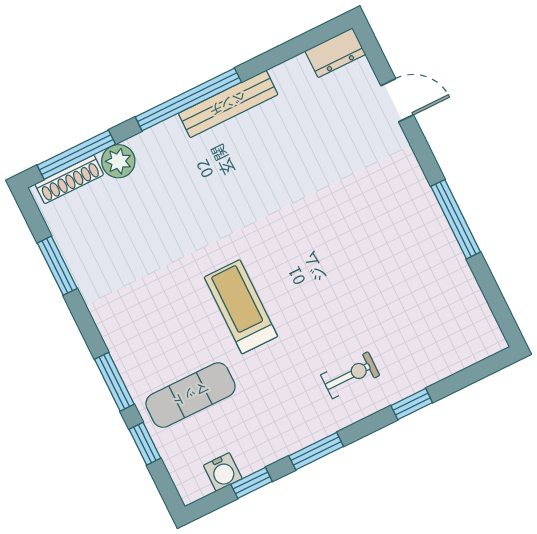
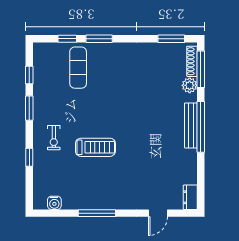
bench: (228, 104) -> (191, 125), moved
window: (57, 266) -> (171, 39), moved
treadmill: (241, 307) -> (95, 147), moved
water cooler: (223, 472) -> (54, 203), moved, turned -90

